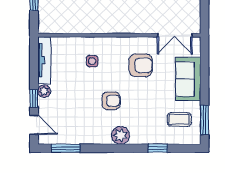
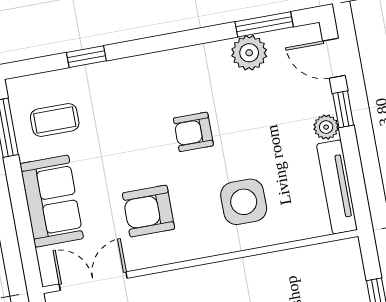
side table: (92, 61) -> (244, 202), width x1.87, depth x1.87
plant: (120, 135) -> (249, 53), moved

